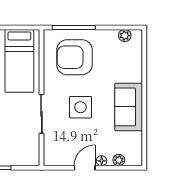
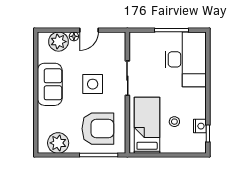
plant: (125, 36) -> (58, 143), width x1.87, depth x1.87
plant: (119, 160) -> (58, 42), width x1.87, depth x1.87

